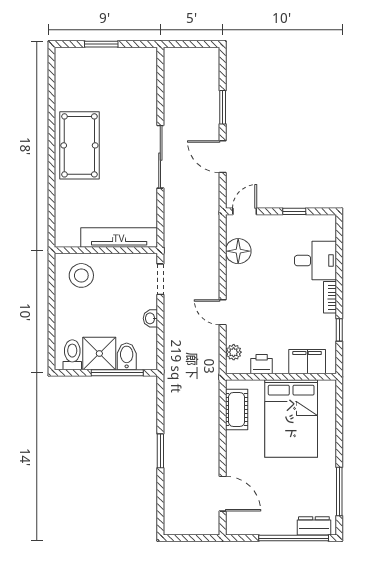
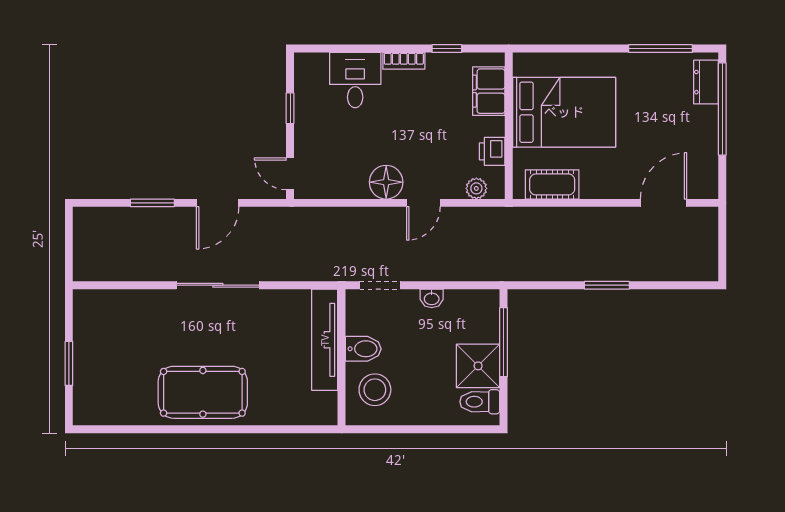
floor lamp: (238, 251) -> (386, 182), moved
bidet: (127, 356) -> (363, 349), moved, turned 180

